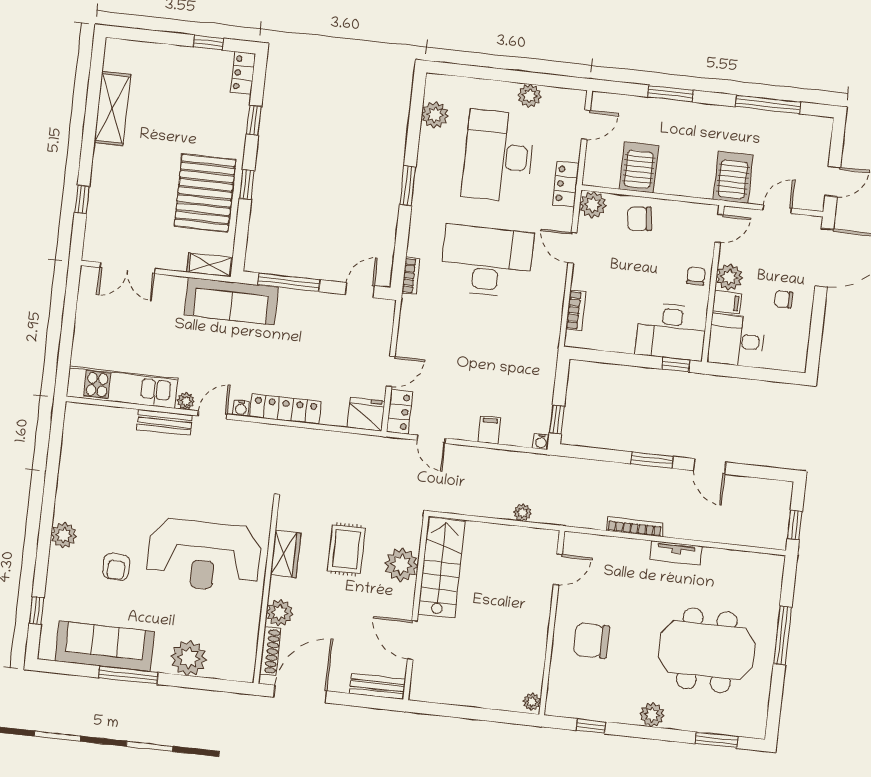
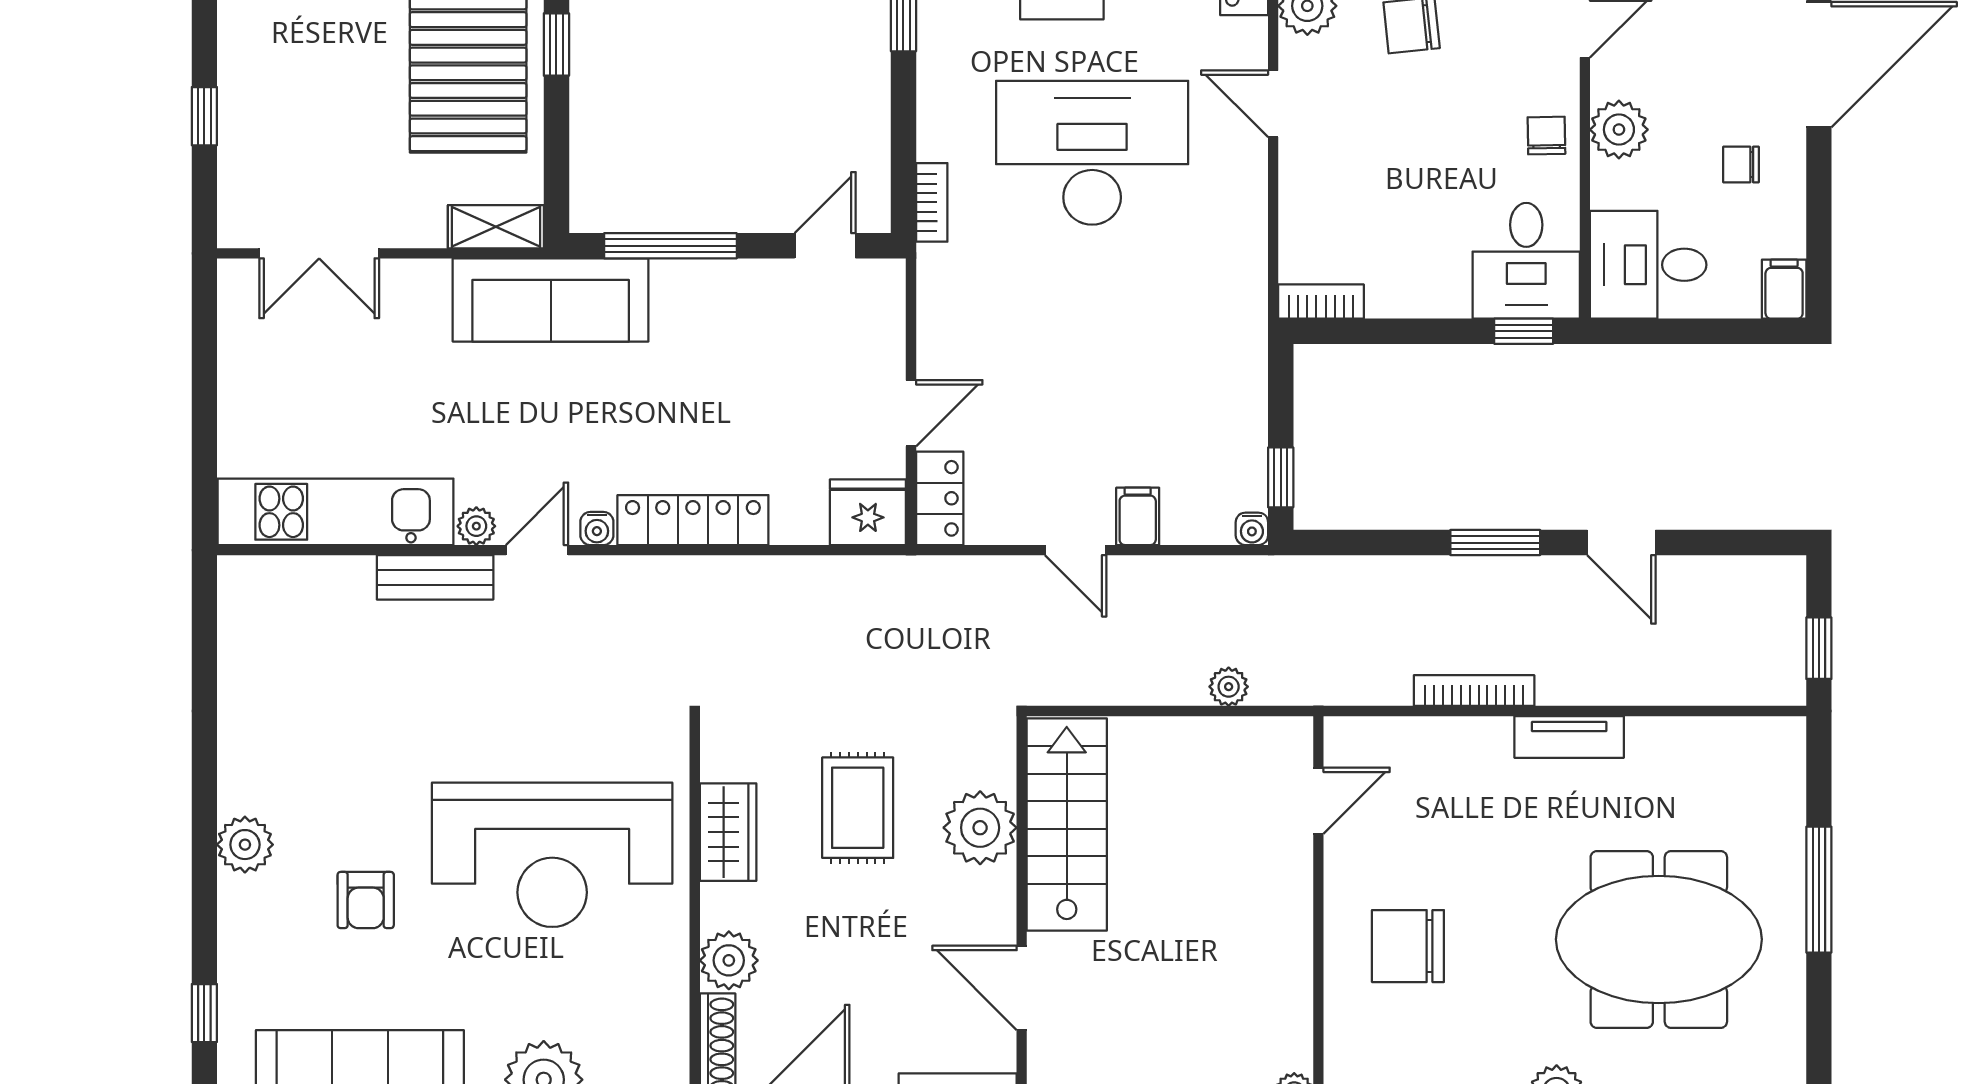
filing cabinet: (727, 302) -> (1784, 289), moved, turned -90
bookcase: (576, 310) -> (1321, 302), moved, turned -90
desk: (671, 332) -> (1526, 261), width x0.73
door: (431, 439) -> (1076, 550), moved

